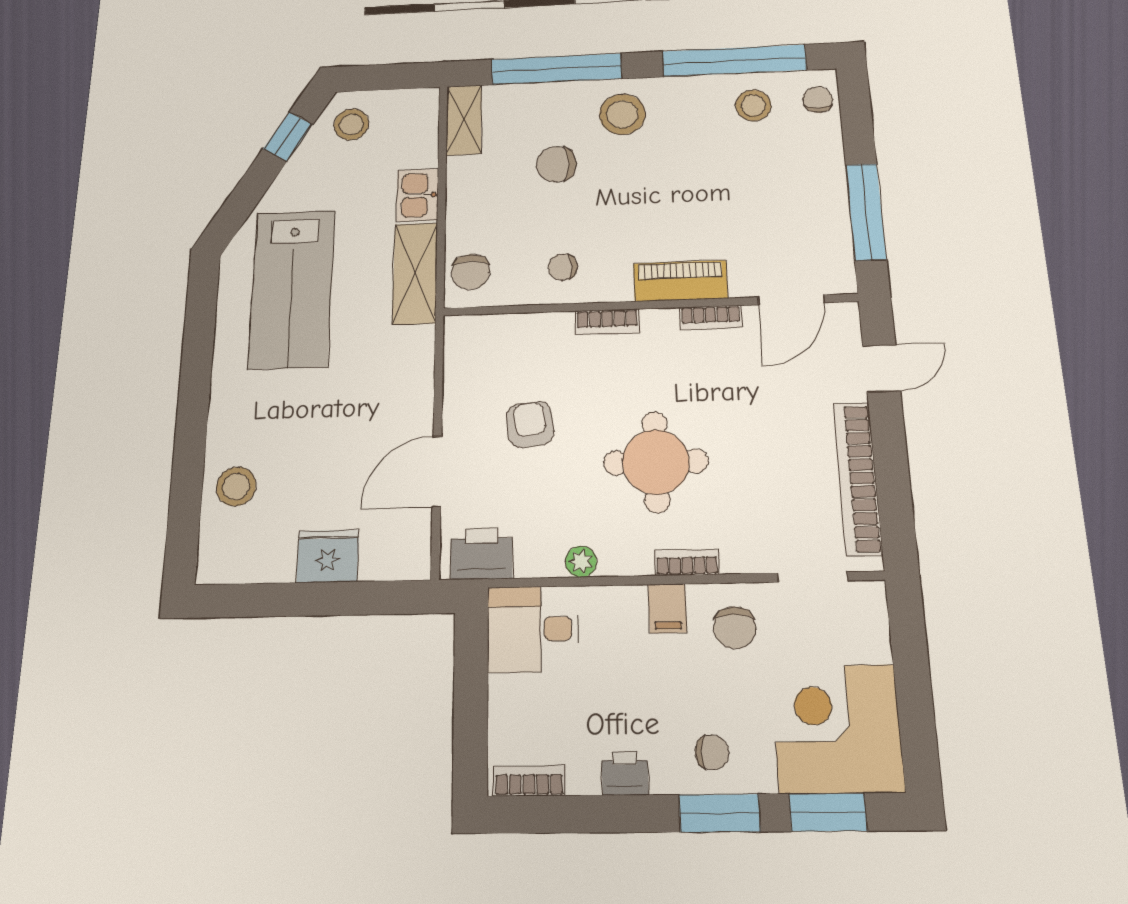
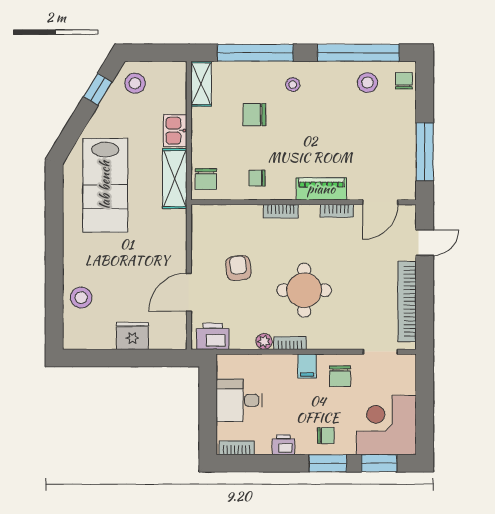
stool: (622, 114) -> (293, 85), width x0.53, depth x0.53
bookcase: (687, 563) -> (290, 343), moved
desk: (533, 629) -> (239, 400), moved

